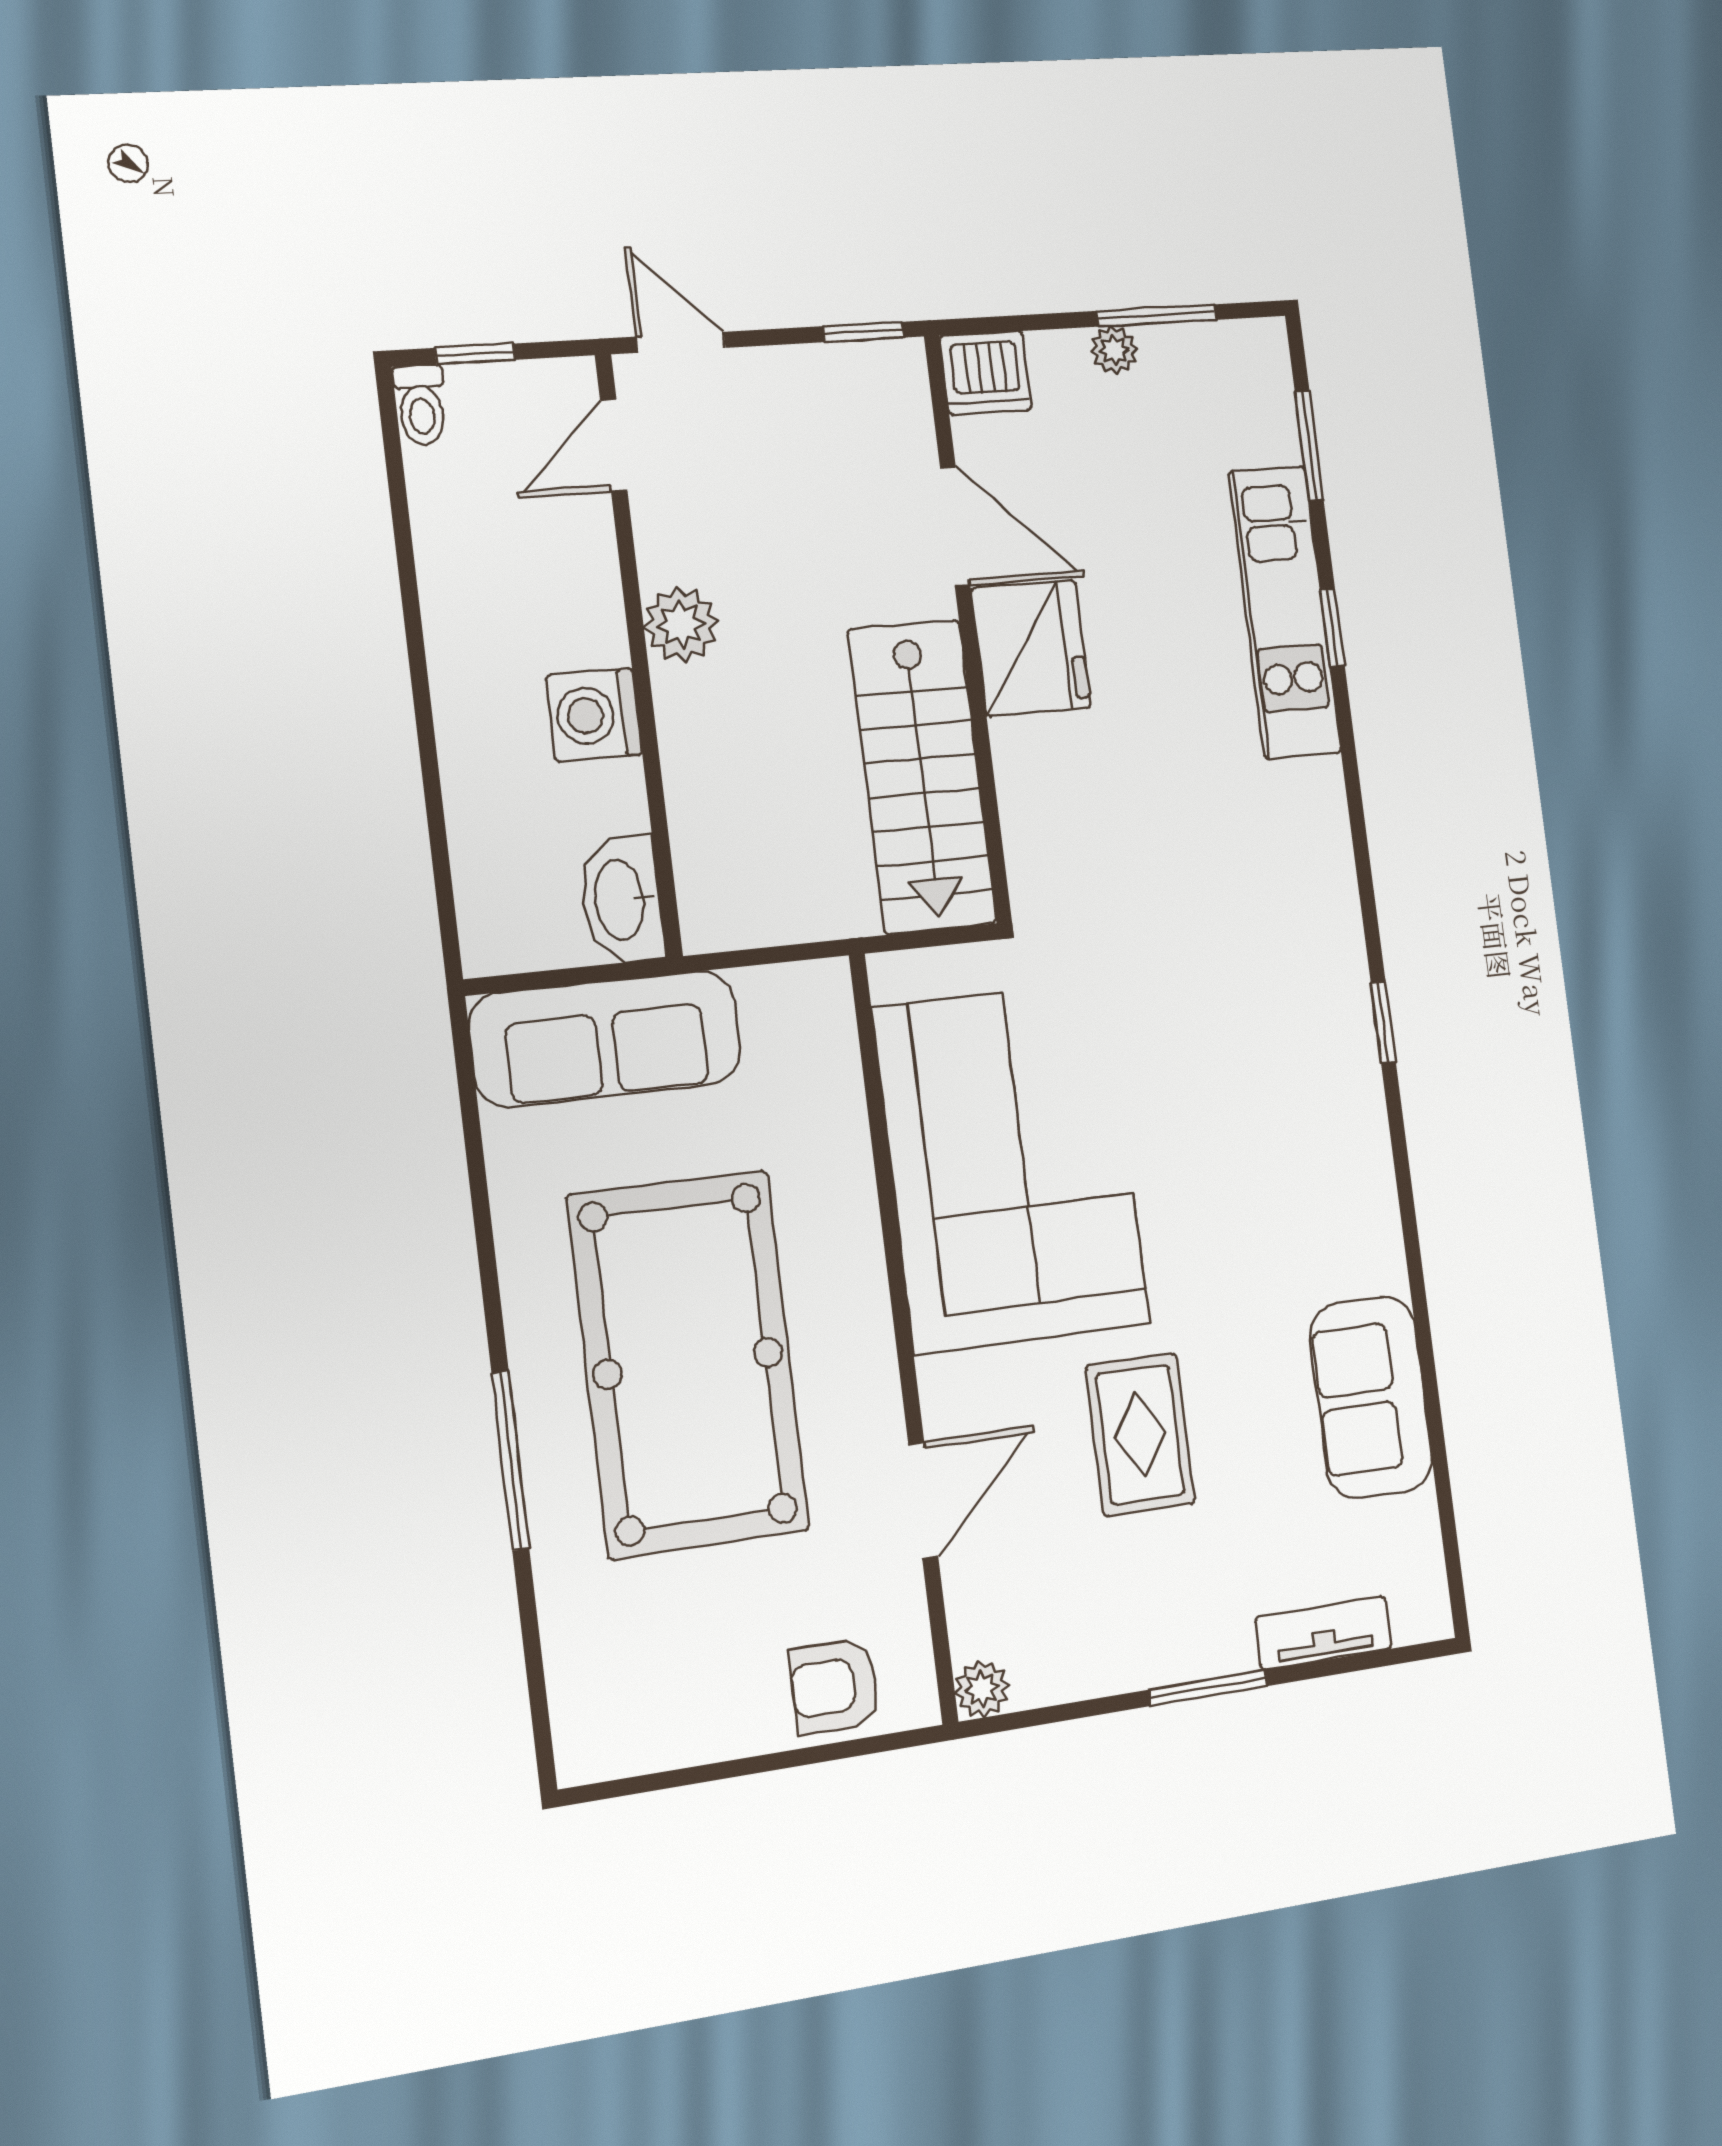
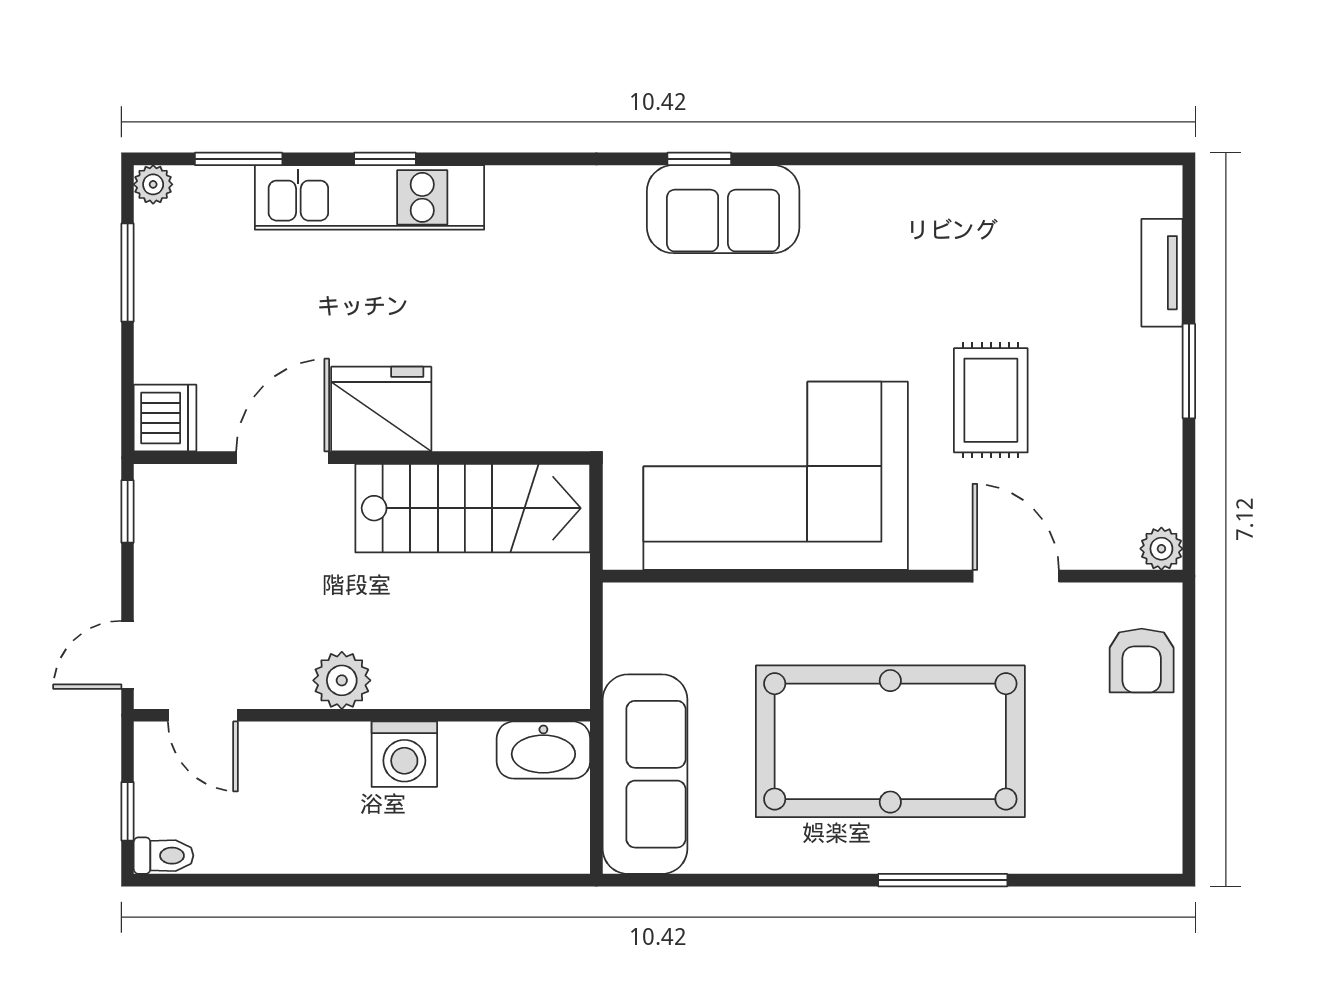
plant: (1114, 350) -> (153, 184), moved
sofa: (1371, 1398) -> (723, 209), moved
rug: (1140, 1435) -> (991, 400), turned 90

